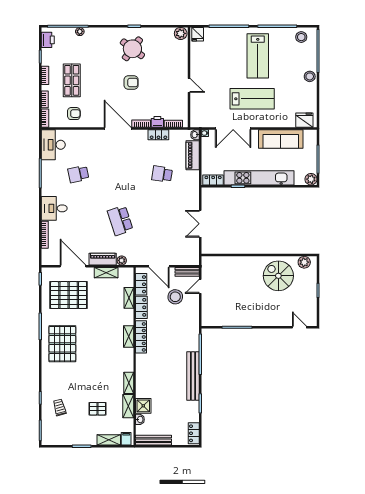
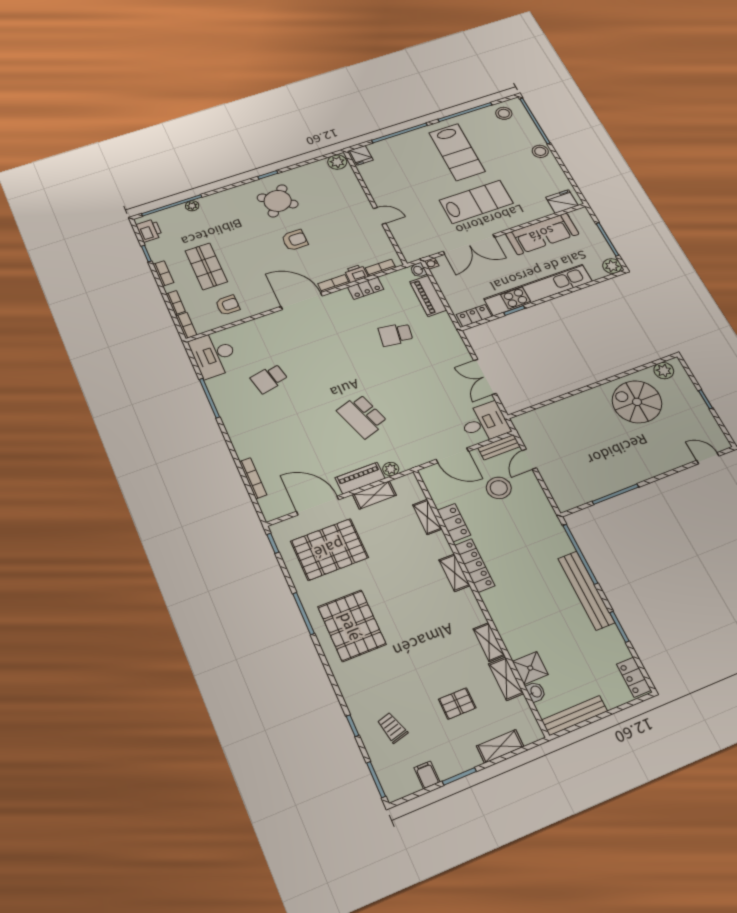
desk: (54, 208) -> (484, 423), moved, turned 180
locker: (141, 284) -> (437, 490), removed
filing cabinet: (126, 439) -> (427, 775), moved

